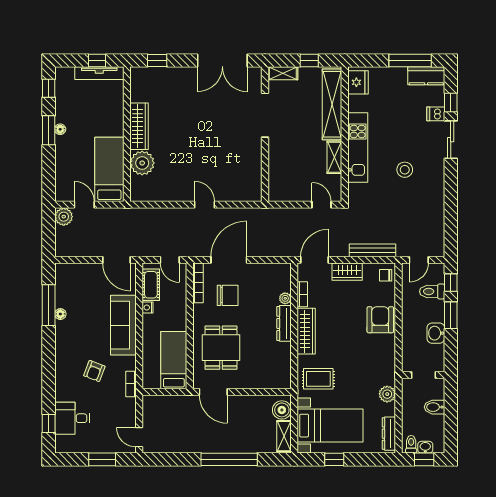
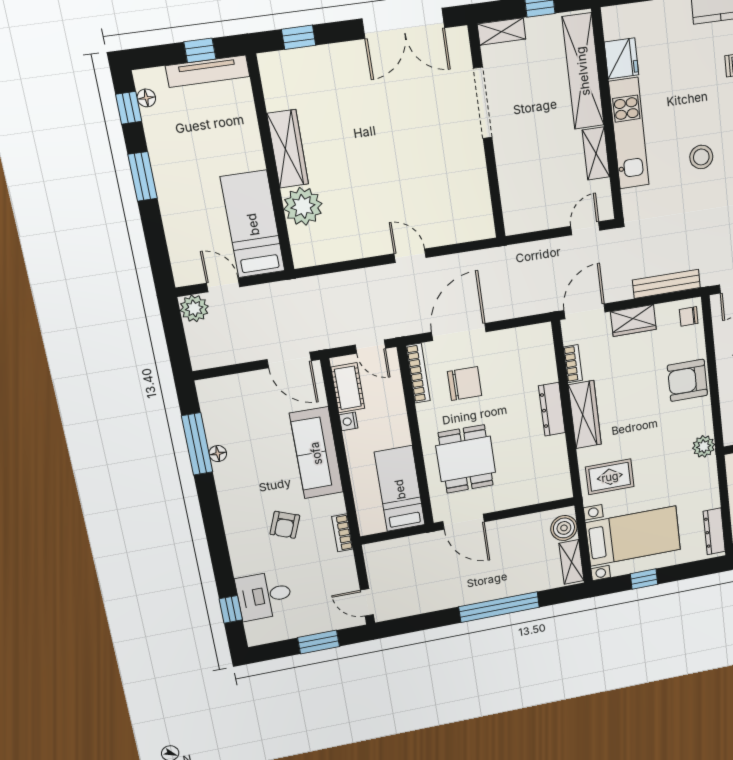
fridge: (358, 82) -> (621, 58), moved
floor lamp: (60, 129) -> (146, 98), moved
door: (322, 205) -> (585, 228), hinge flipped
plant: (285, 298) -> (549, 374), removed
armchair: (380, 320) -> (687, 380), turned -90
plant: (387, 394) -> (704, 446), moved

